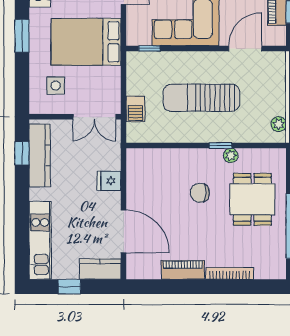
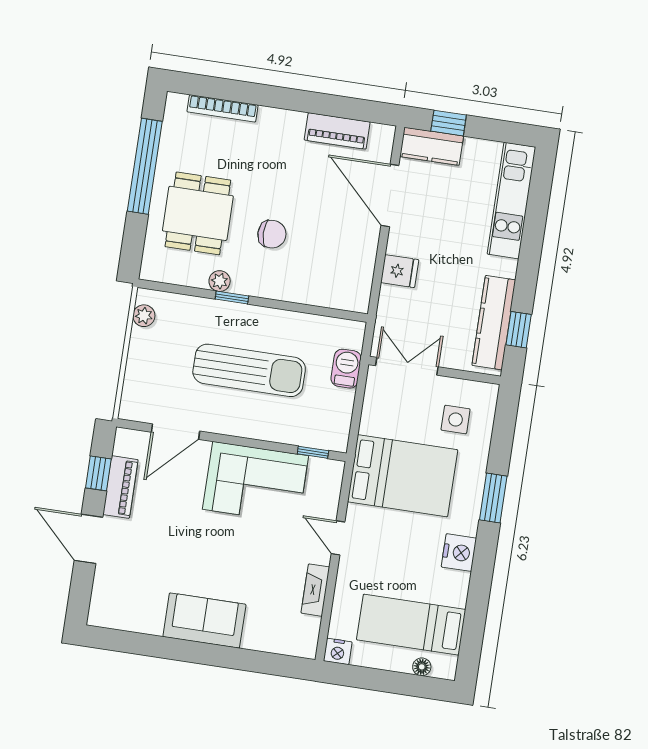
piano: (183, 270) -> (337, 131), moved
bookcase: (230, 273) -> (223, 108), moved
window: (69, 287) -> (449, 123), moved

